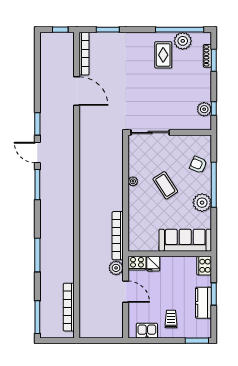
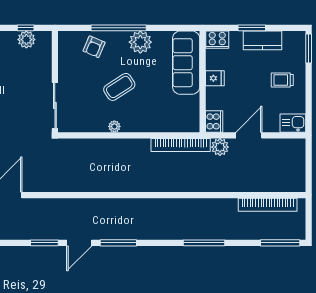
fridge: (153, 264) -> (215, 78), moved
kitchen sink: (147, 331) -> (293, 123), moved, turned 90

